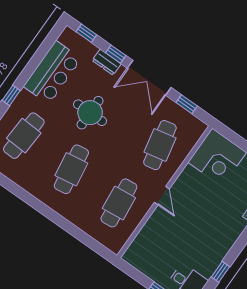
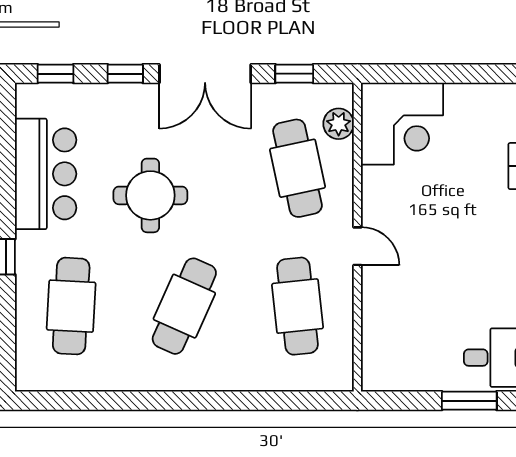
dresser: (107, 62) -> (120, 97), removed
plant: (190, 139) -> (339, 124), added
cafe table: (71, 169) -> (184, 306), turned 33

